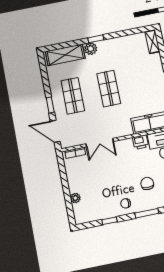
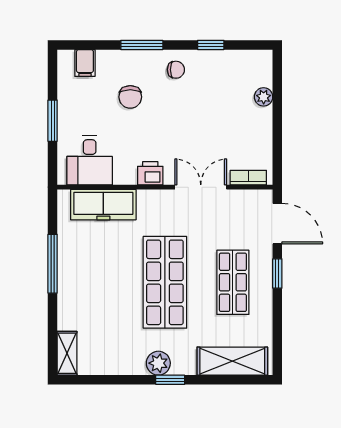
plant: (91, 49) -> (158, 363), moved
shop shelf: (109, 89) -> (165, 282), width x1.43, depth x1.36
printer: (141, 142) -> (150, 173), moved

